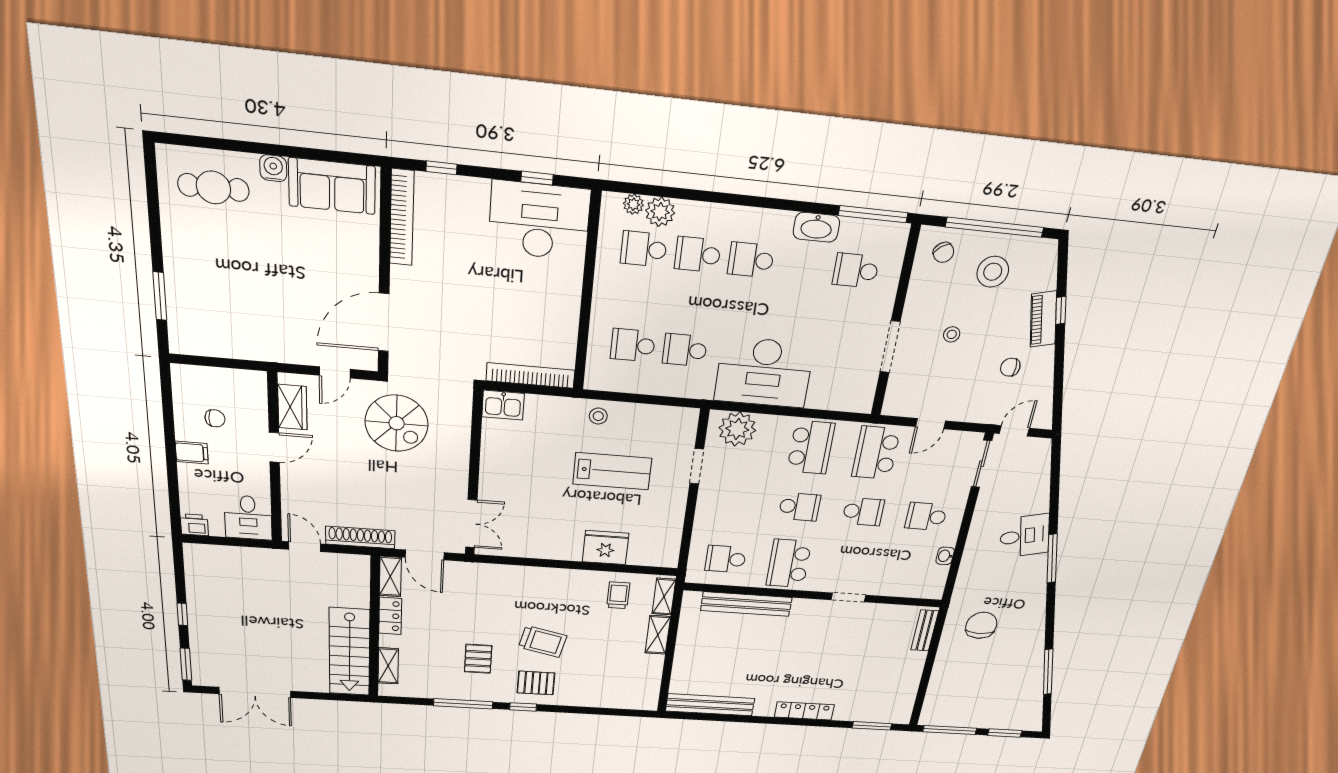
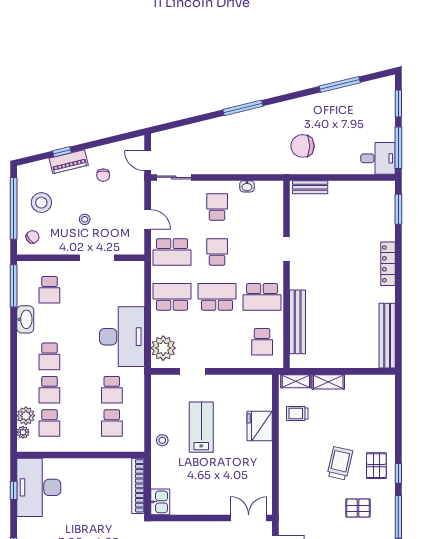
school desk: (800, 507) -> (217, 297), width x1.85
school desk: (926, 516) -> (217, 207), turned 180
desk: (1025, 536) -> (378, 158), moved, turned 104

